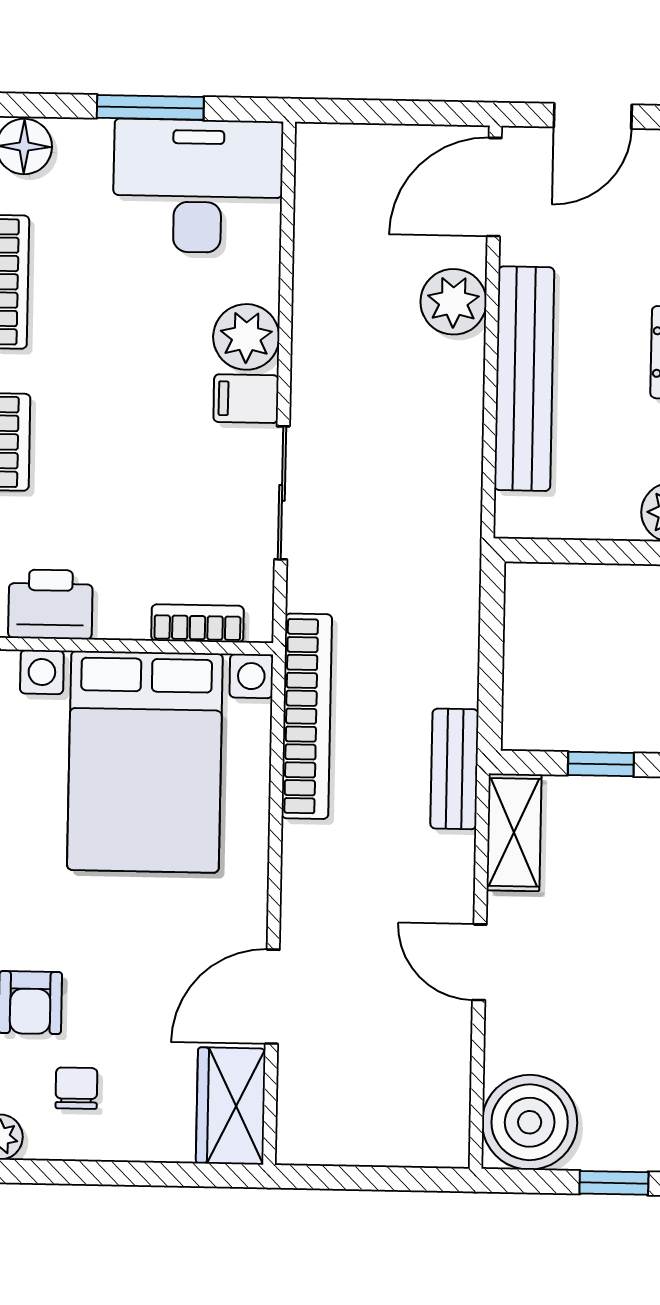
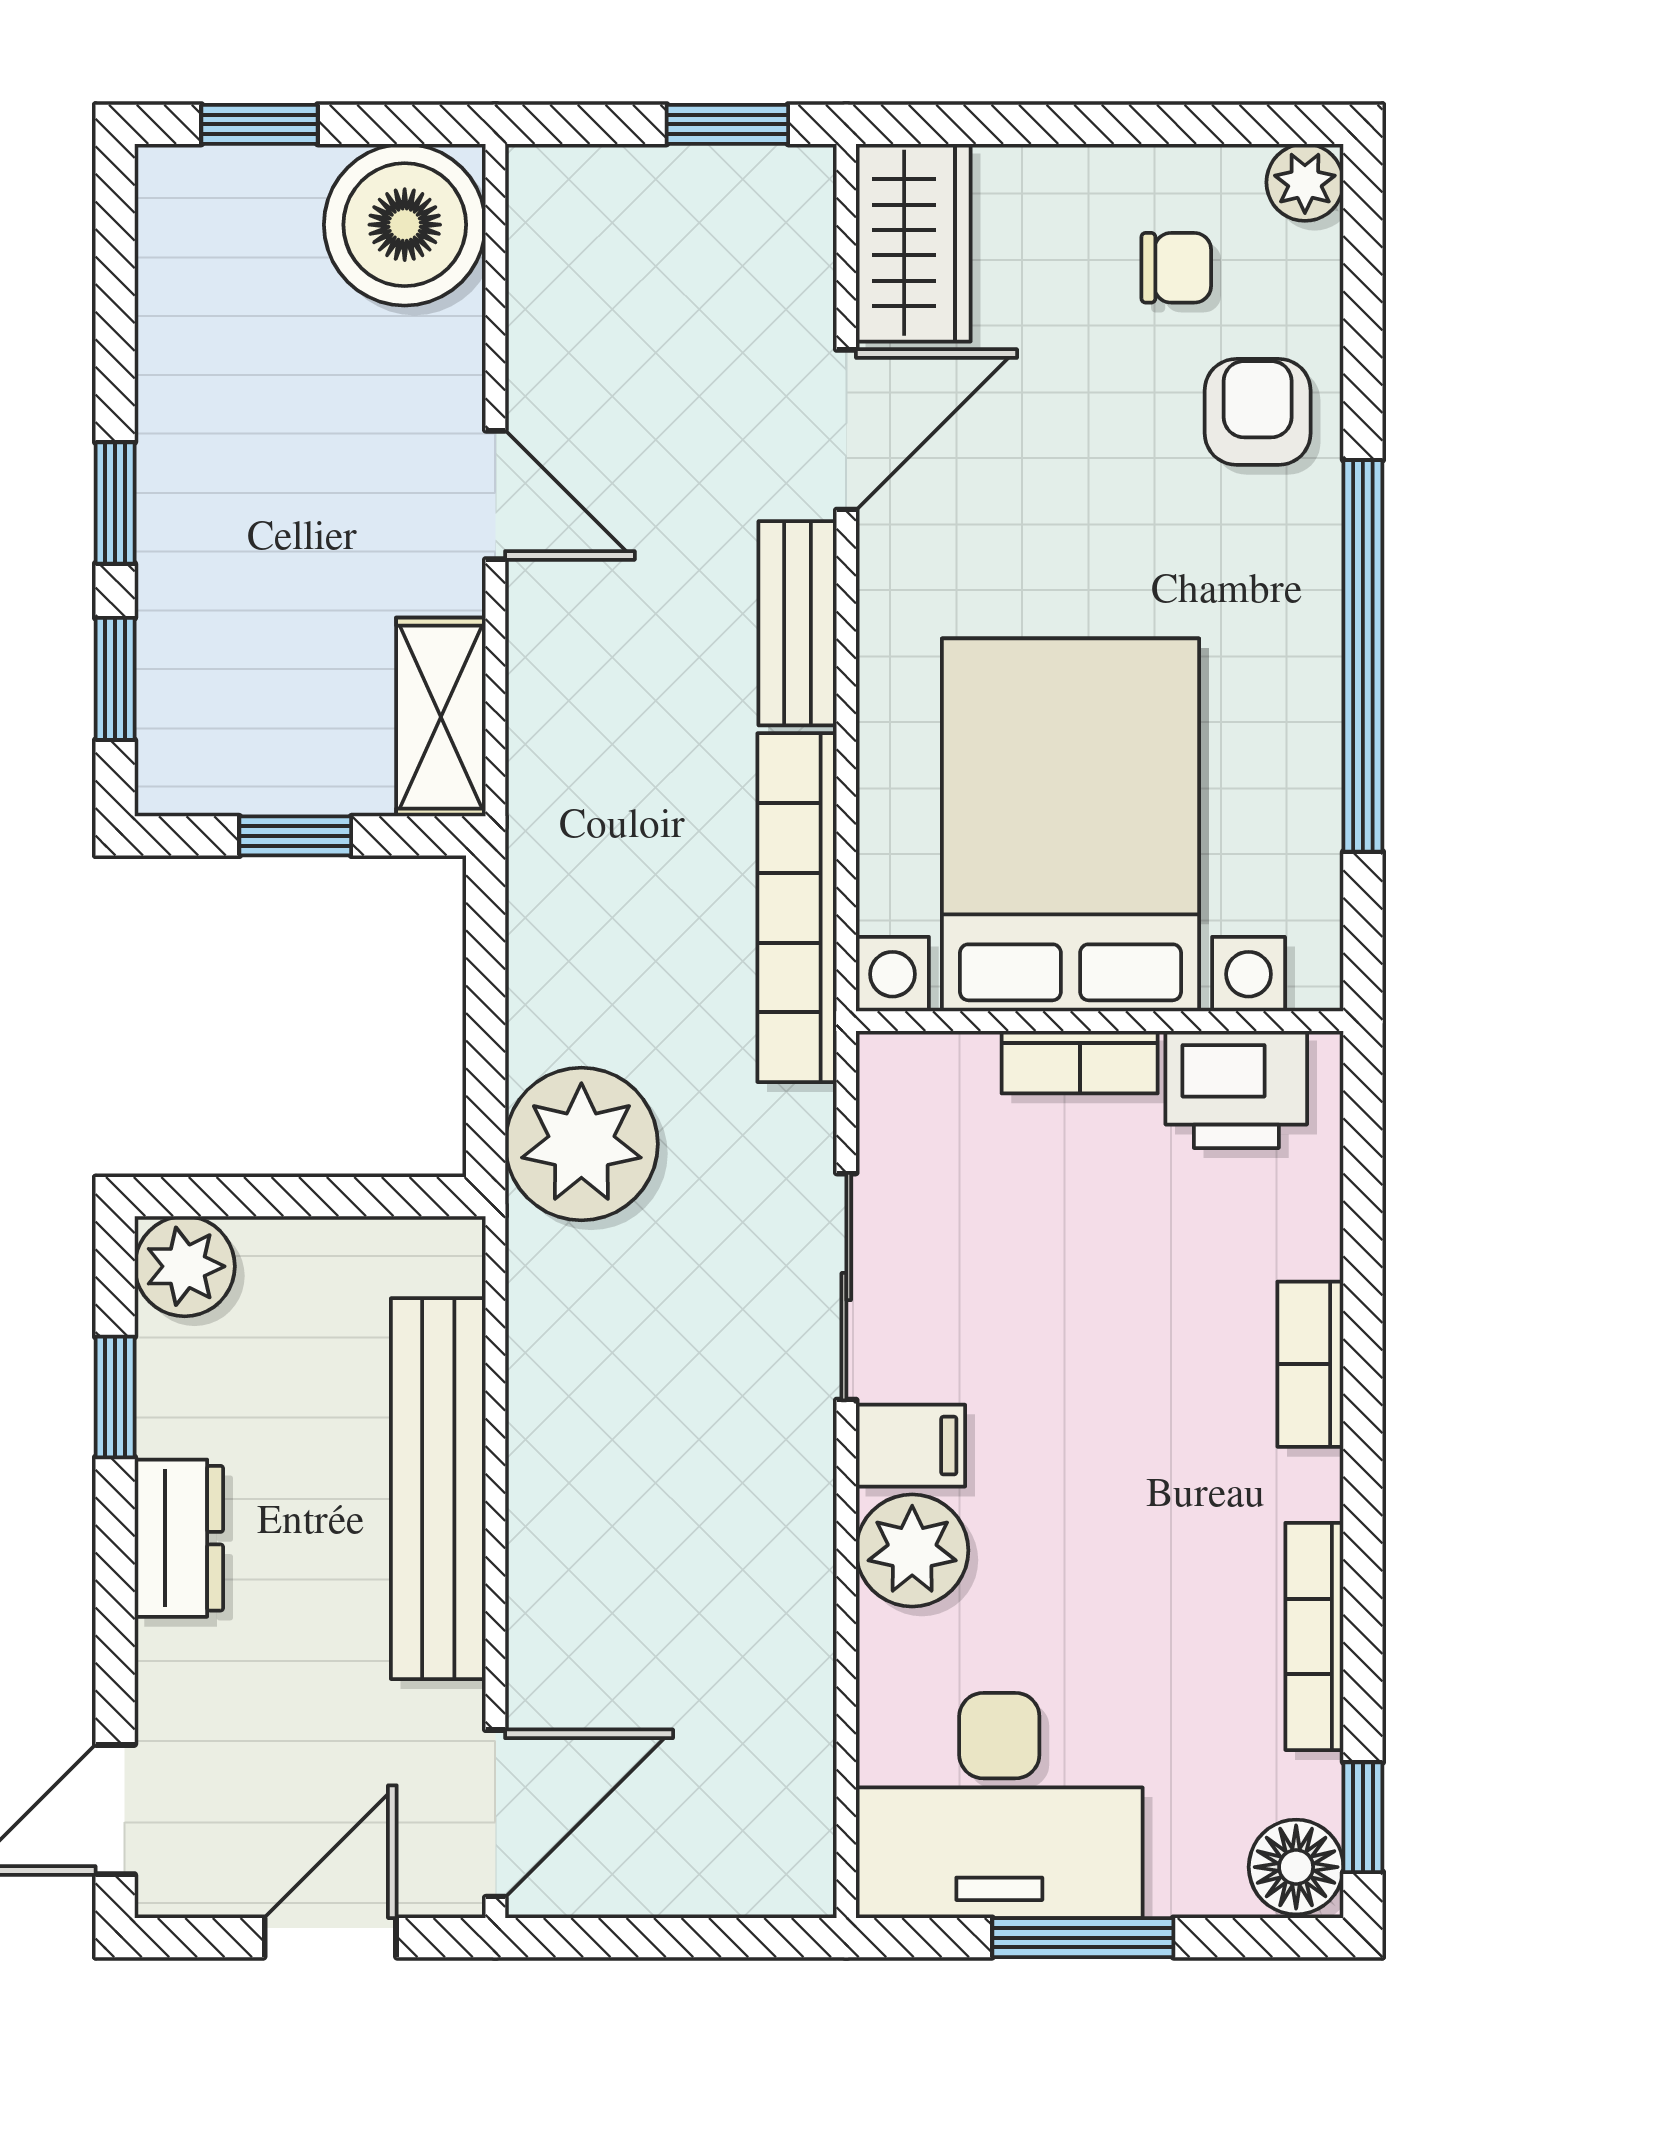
plant: (453, 302) -> (581, 1144), moved, width x1.36, depth x1.36
bookcase: (198, 623) -> (1080, 1062), moved
bench: (454, 769) -> (797, 623), moved
chair: (76, 1088) -> (1176, 268), turned -90
window: (339, 1178) -> (727, 124), added

